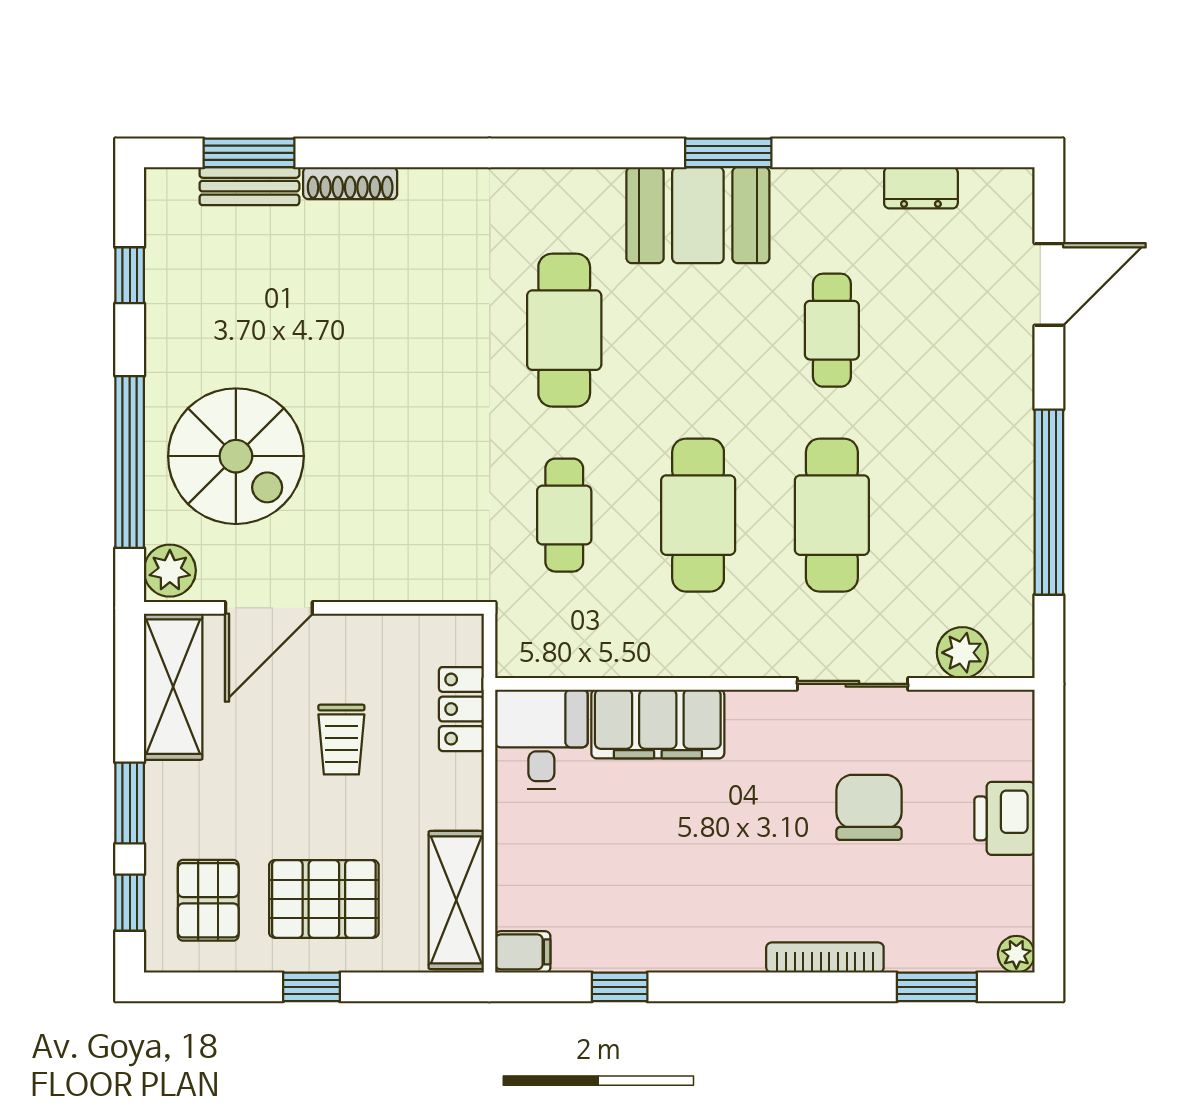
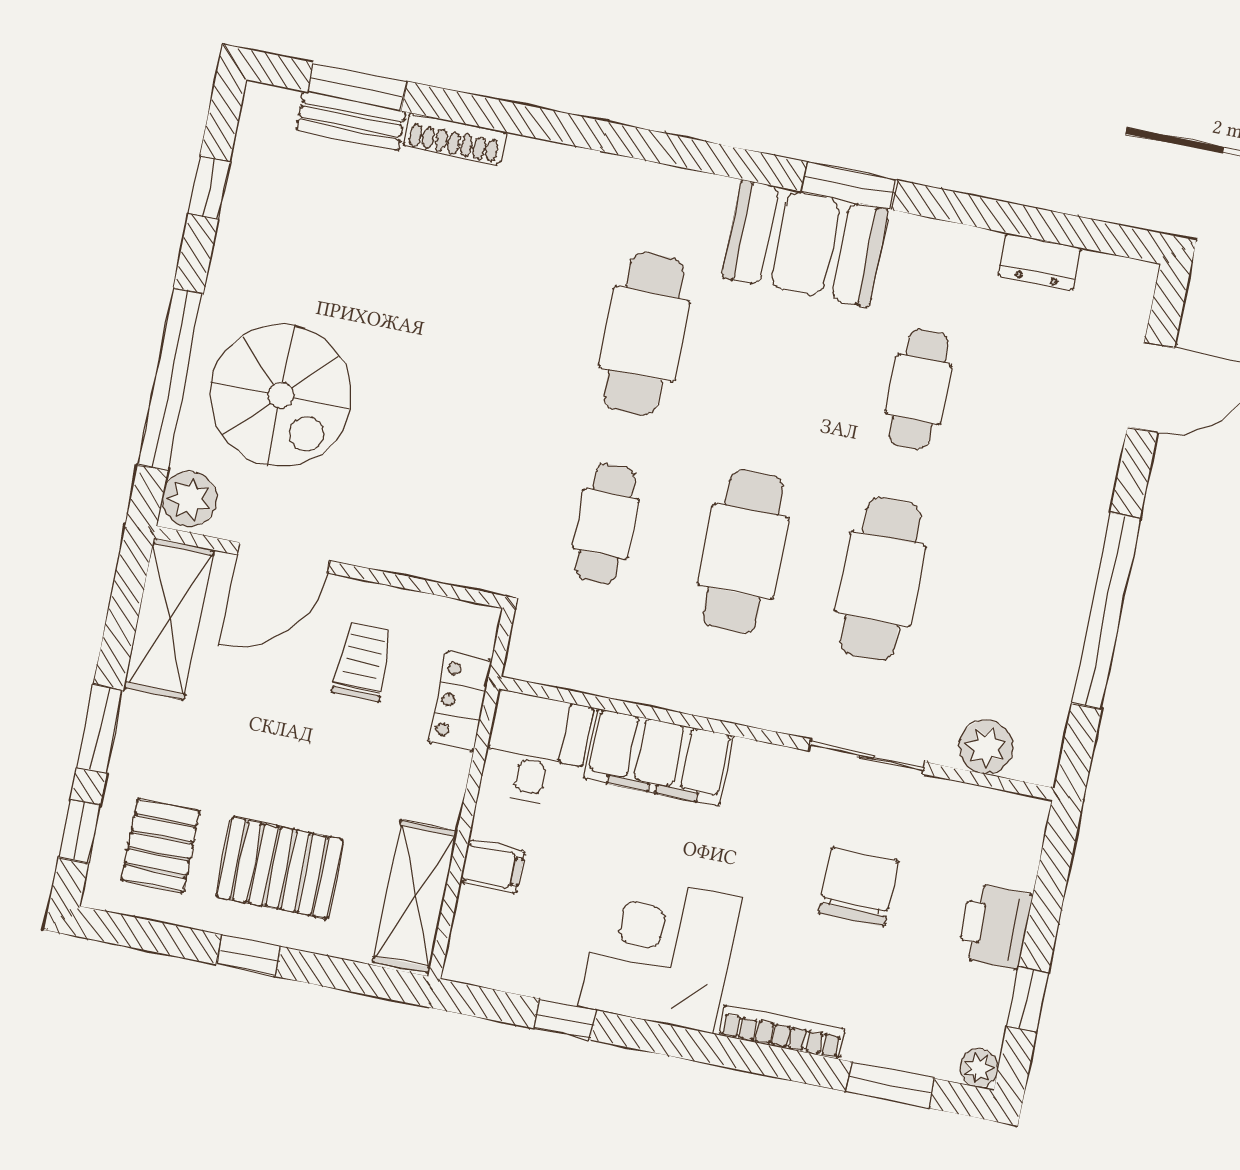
trolley: (341, 740) -> (363, 662), moved, turned 180
window: (1049, 881) -> (1027, 1000), added
corner desk: (696, 906) -> (660, 952), added
filing cabinet: (523, 952) -> (492, 867), moved

